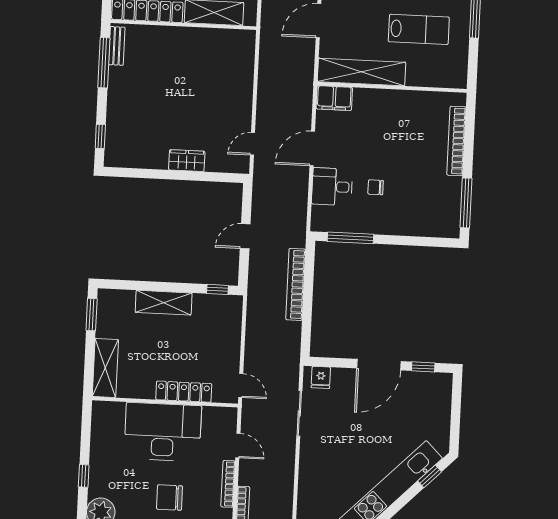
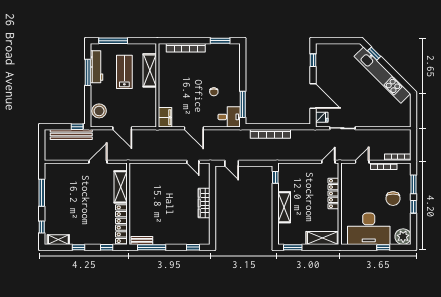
shelving: (362, 72) -> (150, 70), moved, width x0.68
wardrobe: (187, 161) -> (204, 203), width x1.50
desk: (332, 187) -> (229, 117), moved, turned -90
window: (466, 203) -> (220, 41), width x0.69
door: (245, 236) -> (232, 163), moved
door: (379, 365) -> (313, 96), moved
desk: (163, 432) -> (369, 229), moved, turned -90

